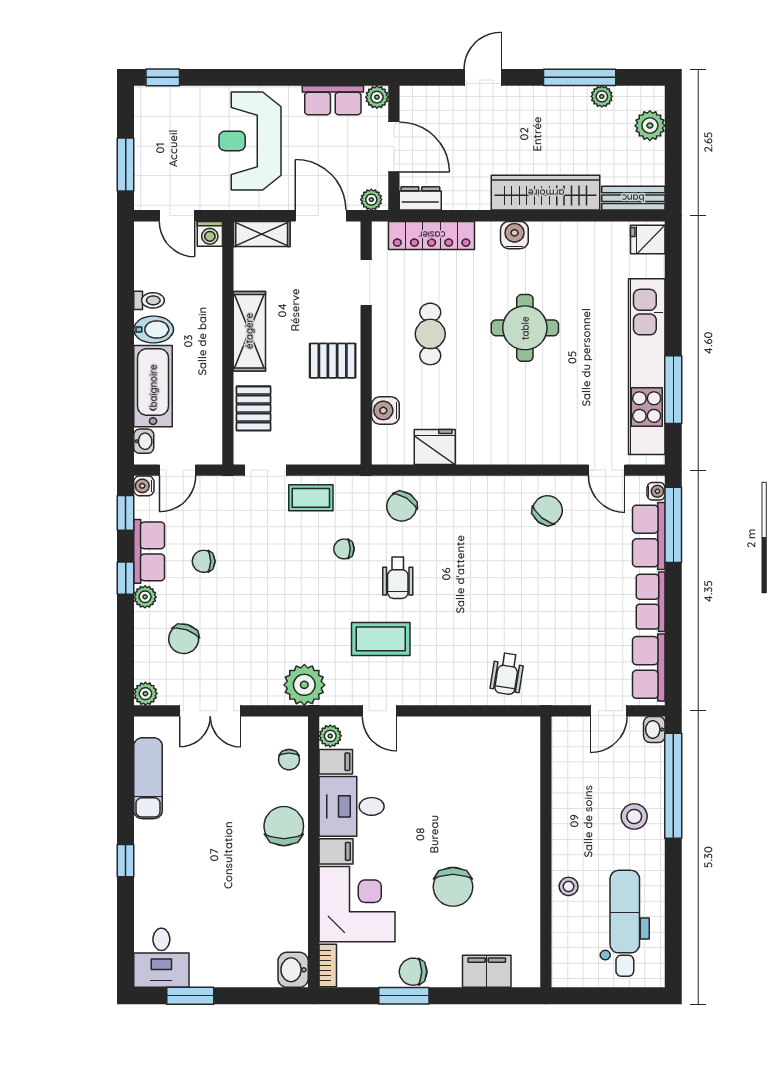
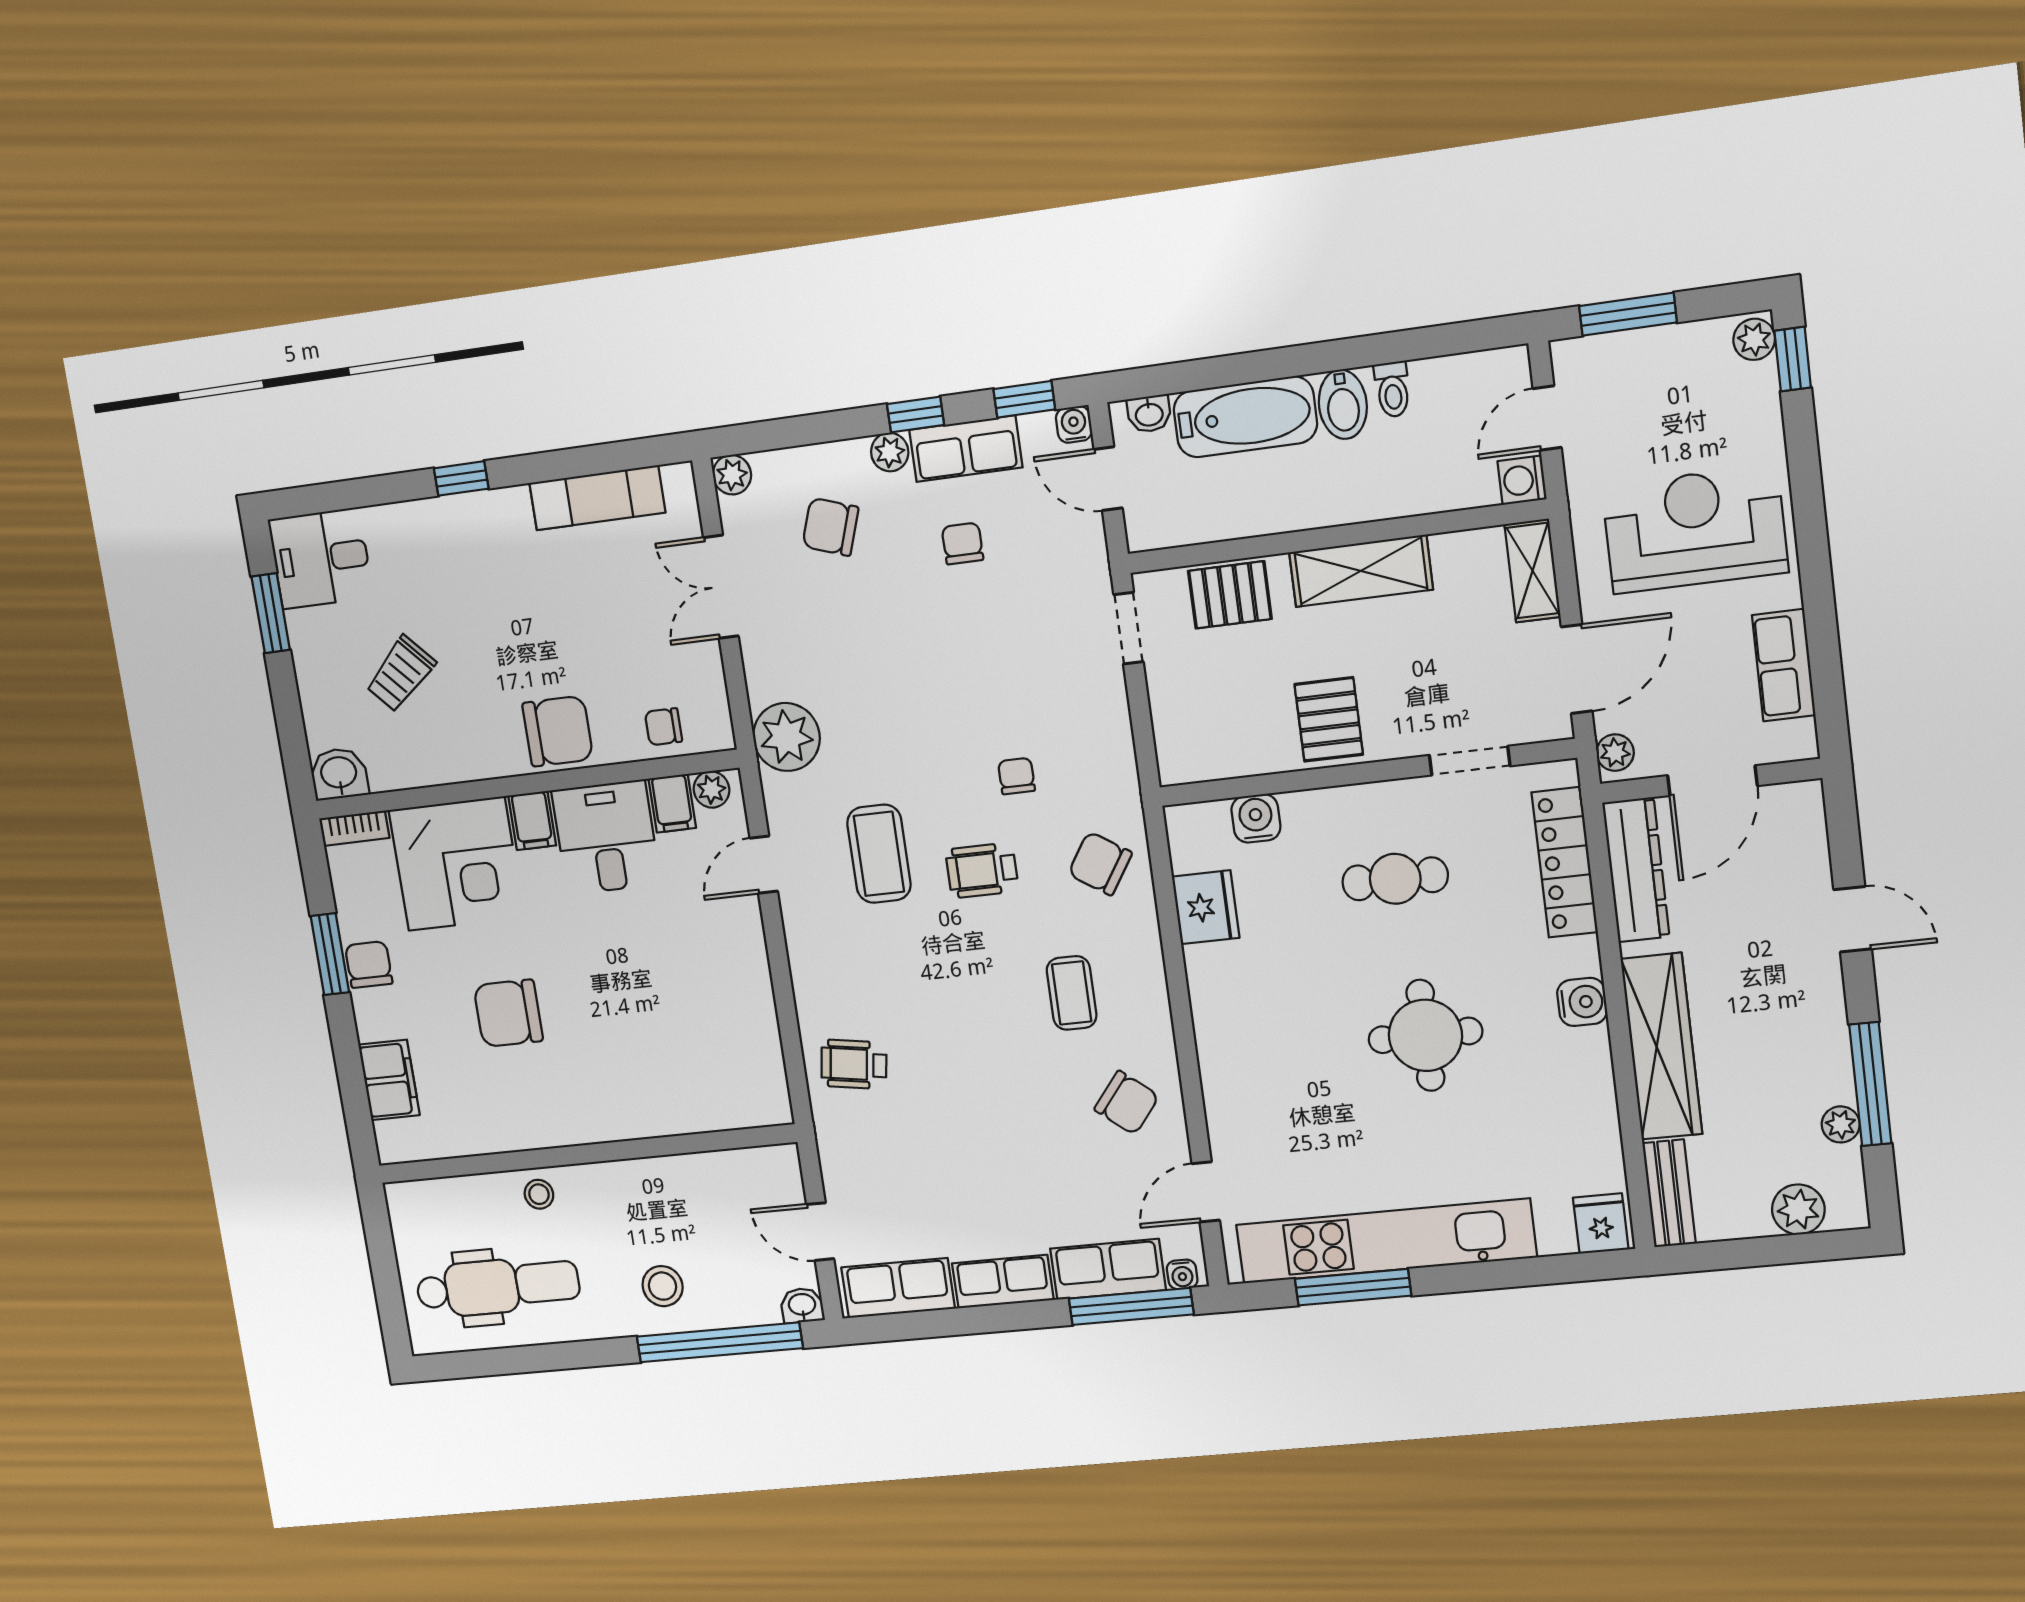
plant: (377, 97) -> (1754, 339), moved
dresser: (420, 198) -> (1636, 870), width x1.96, depth x1.24
coffee table: (311, 498) -> (1072, 993), moved
trolley: (237, 919) -> (401, 674), added

